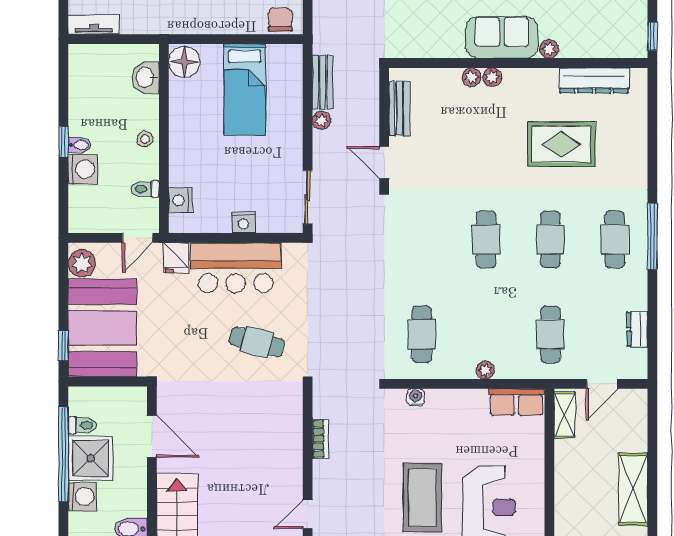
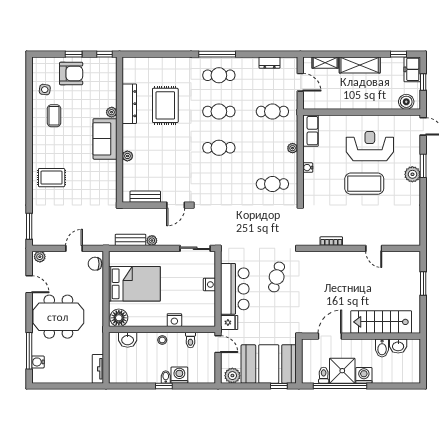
plant: (492, 77) -> (127, 144), removed
dresser: (594, 80) -> (129, 104), moved
bed: (245, 89) -> (134, 284), width x1.50
nightstand: (180, 200) -> (174, 320), moved
water cooler: (416, 397) -> (308, 168), moved
shelving: (565, 415) -> (325, 63), moved

